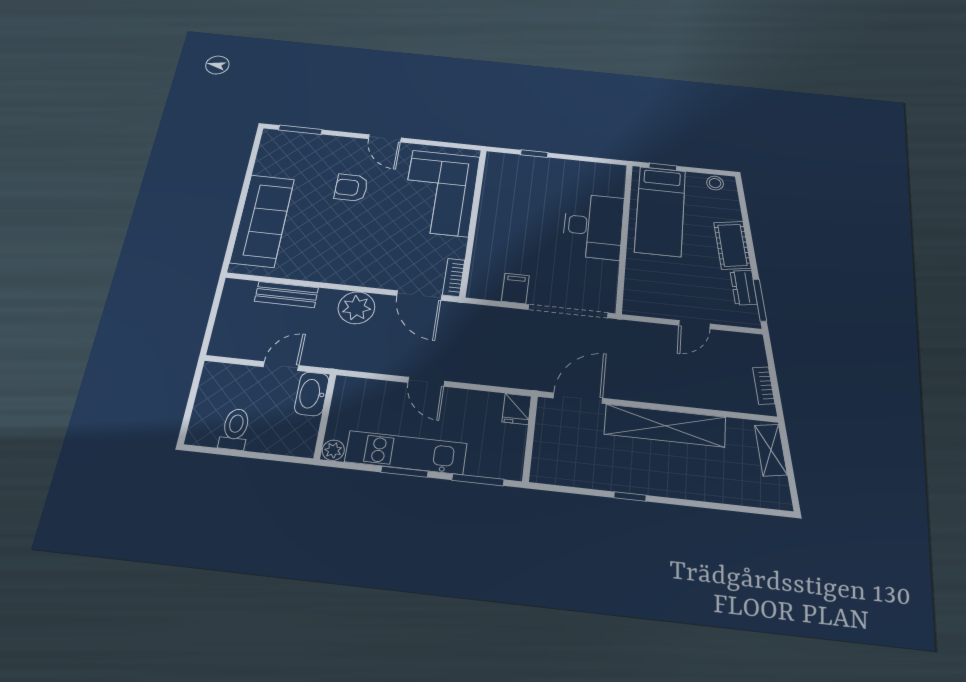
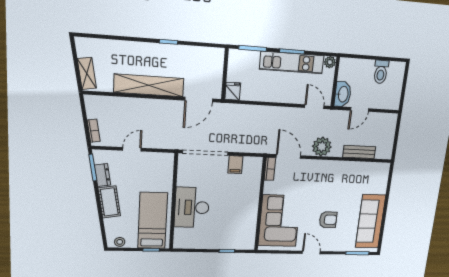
sofa: (262, 221) -> (370, 221), moved
door: (426, 382) -> (314, 107), moved
bookcase: (764, 386) -> (94, 131), moved

